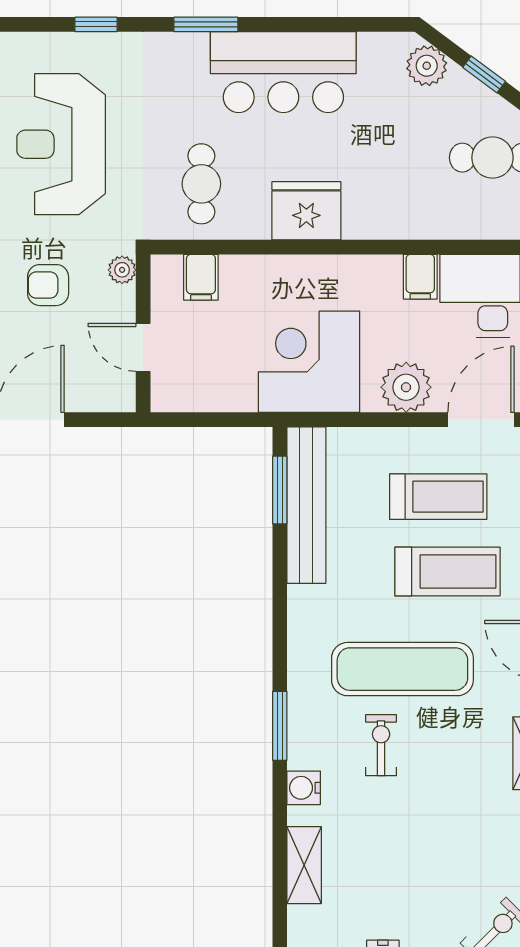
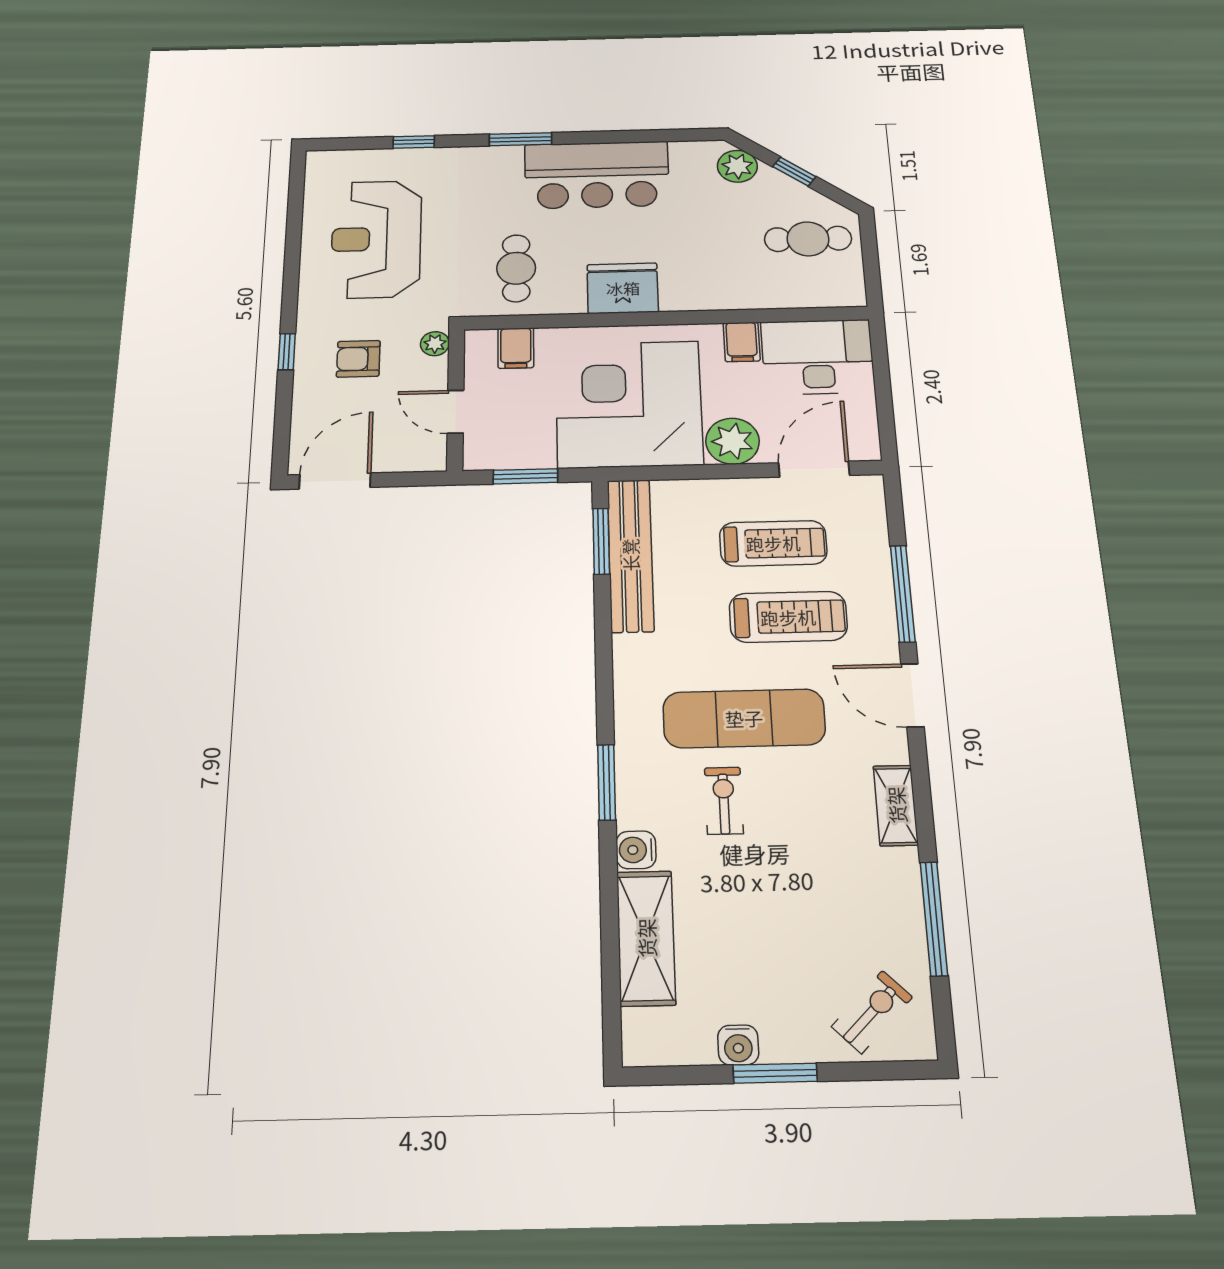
corner desk: (309, 362) -> (629, 404), width x1.36, depth x1.36
window: (210, 420) -> (525, 476), added
shelving: (304, 865) -> (646, 938), width x1.50, depth x1.33

